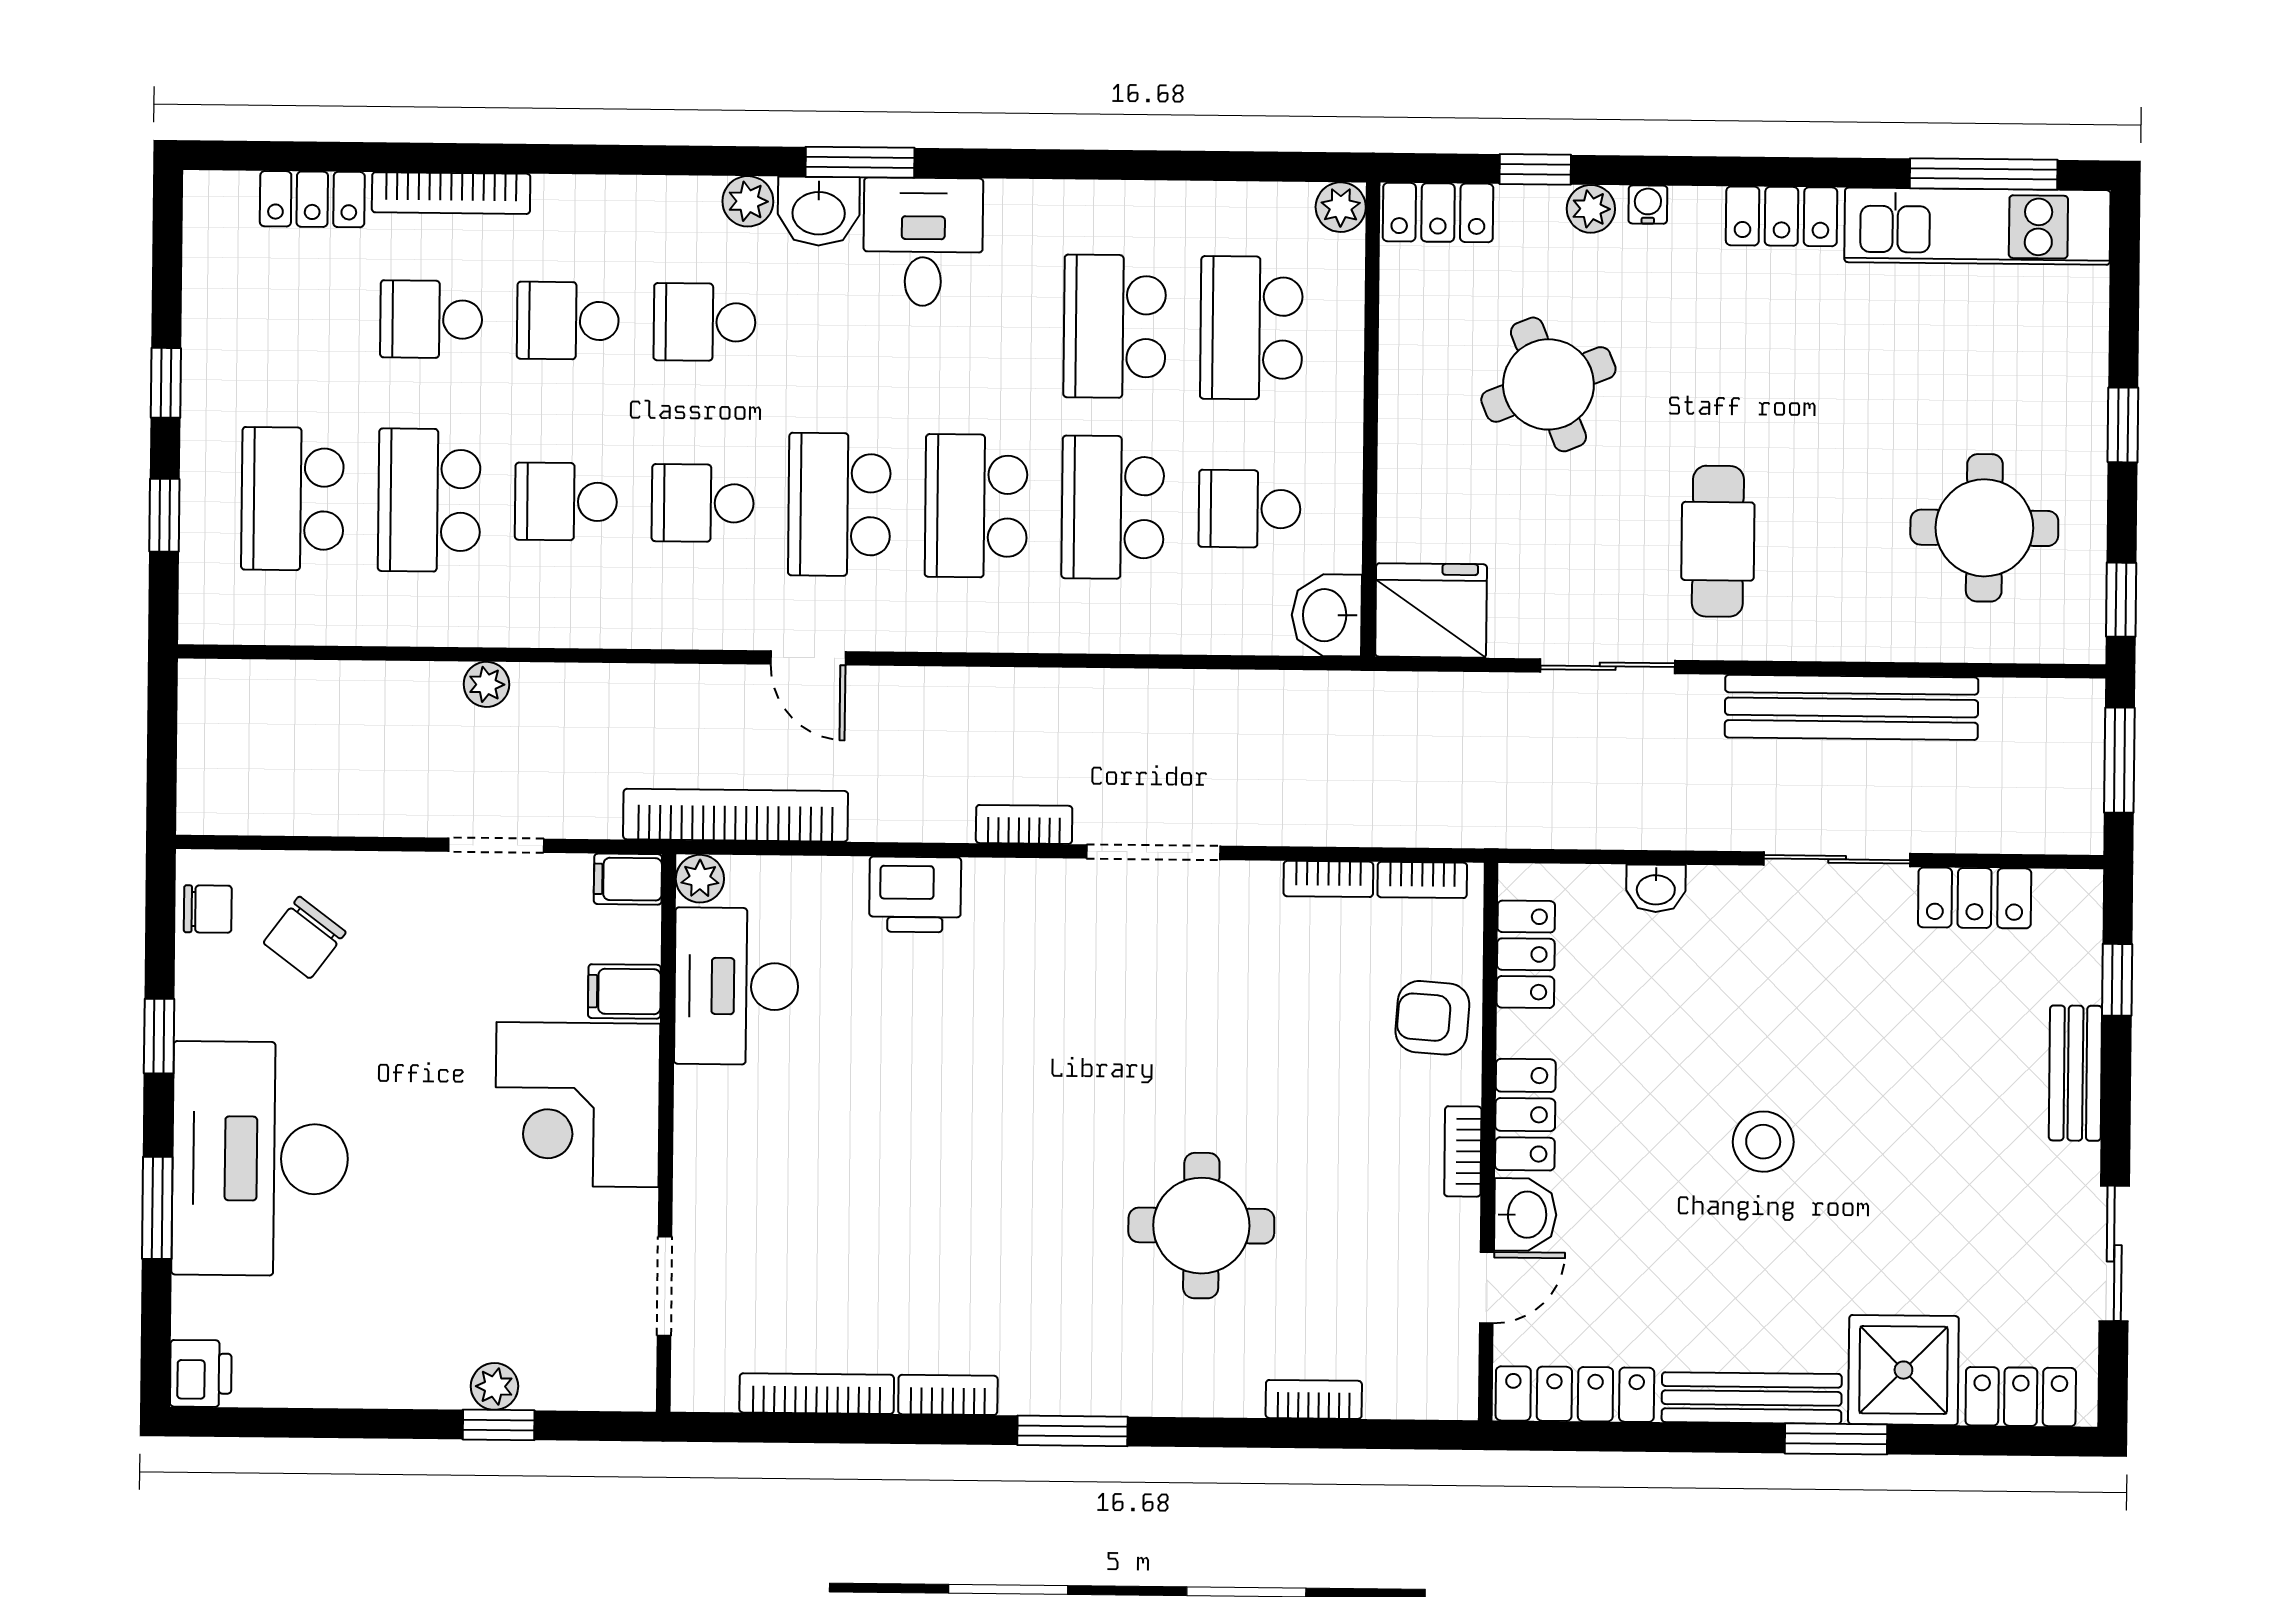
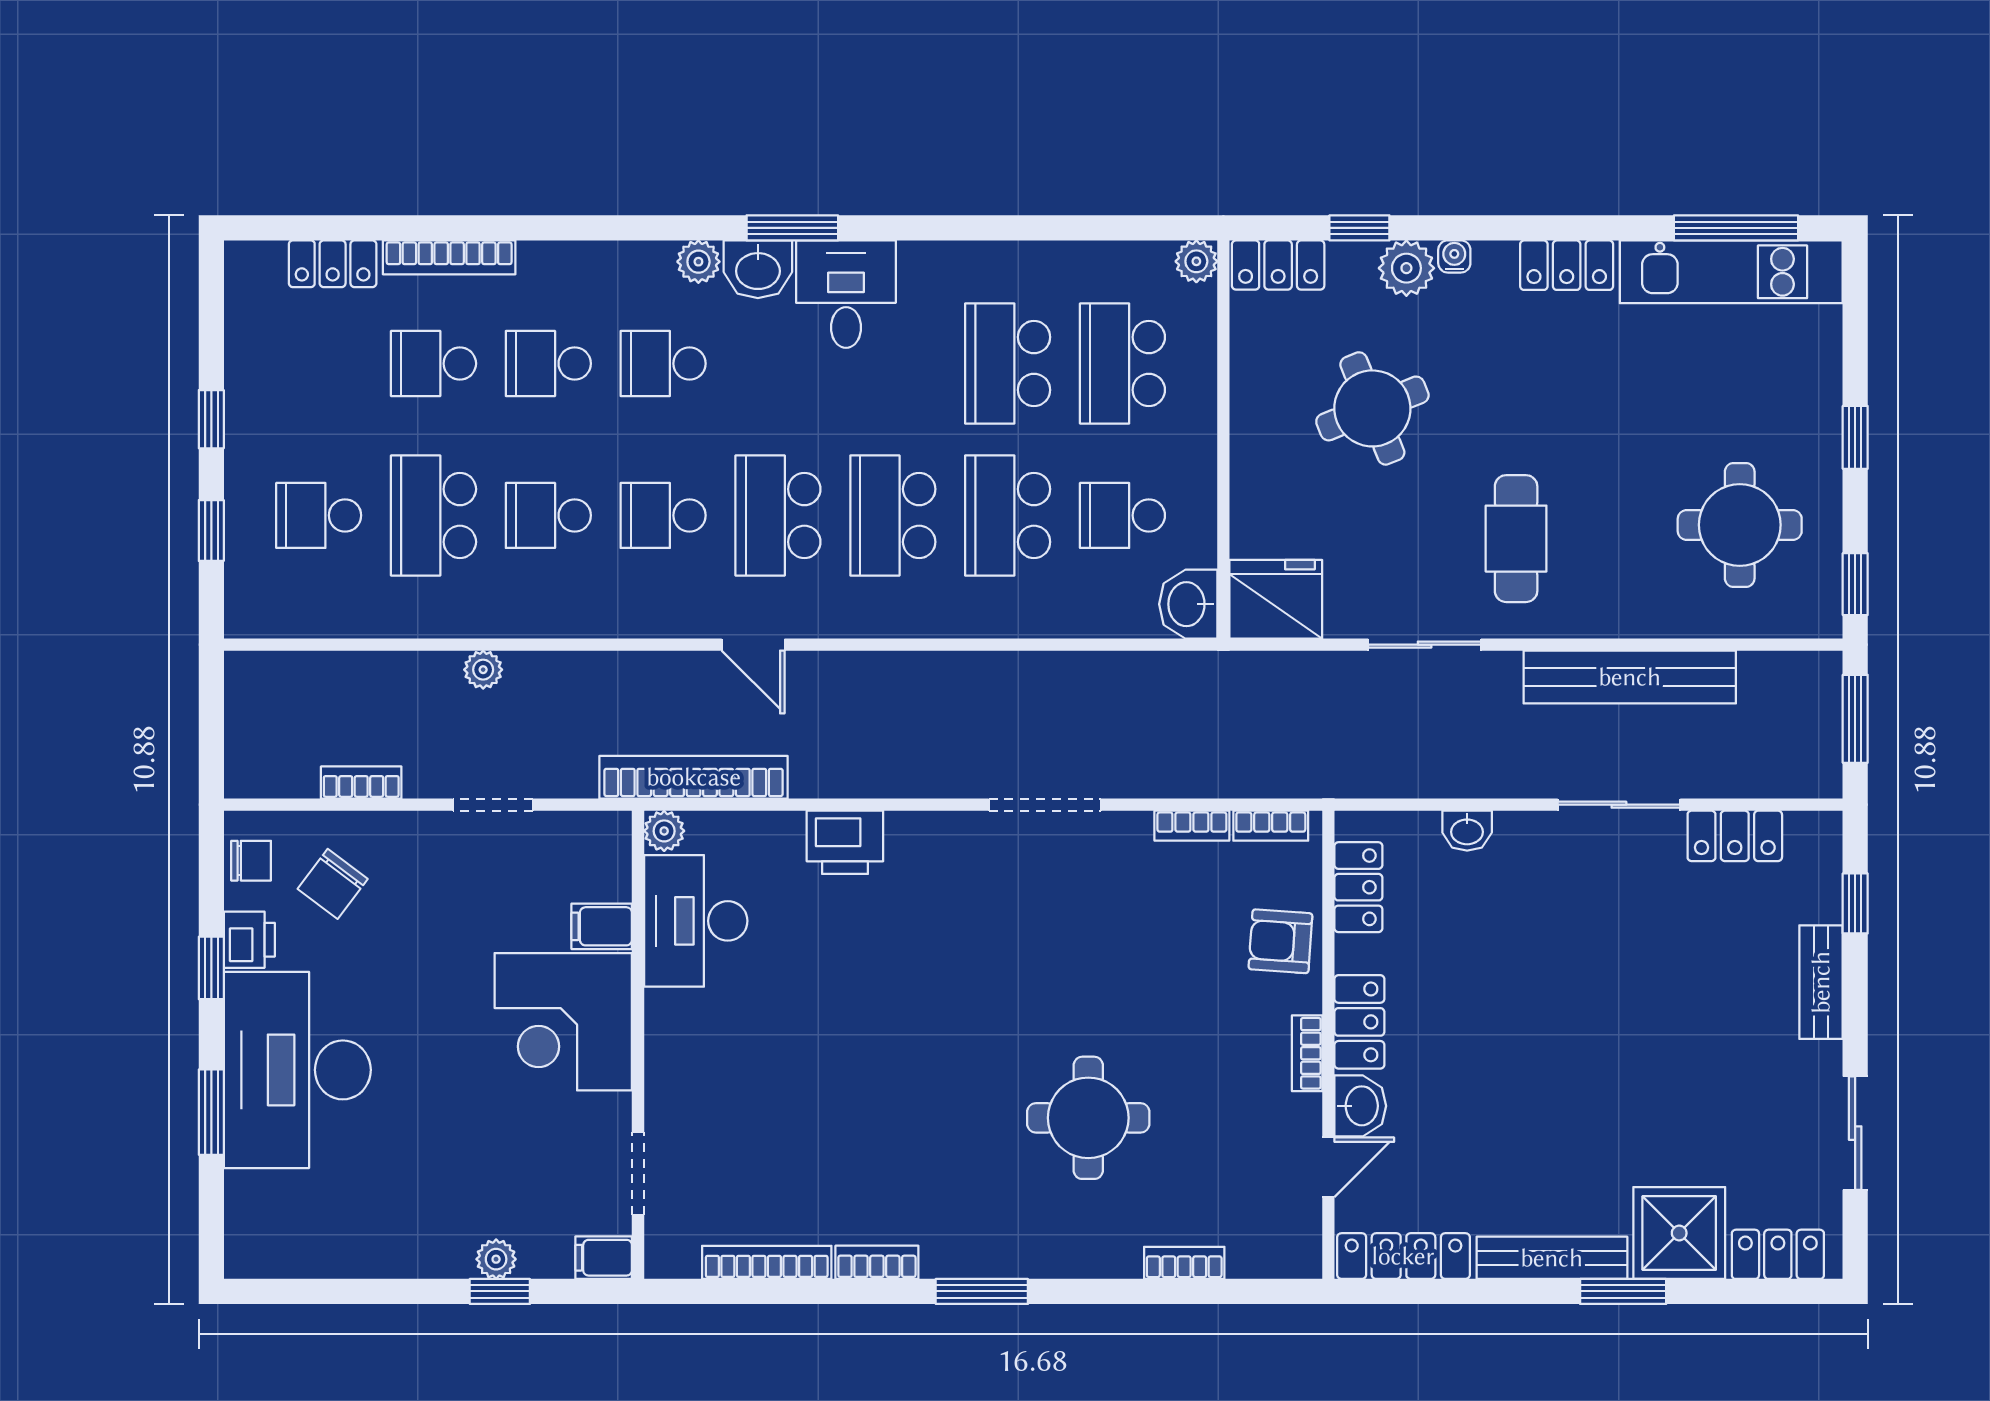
plant: (1591, 209) -> (1406, 268), width x1.38, depth x1.38
school desk: (293, 499) -> (319, 515), width x0.54
bookcase: (1024, 824) -> (361, 783), moved
filing cabinet: (628, 879) -> (604, 1258), moved
stool: (1763, 1142) -> (1559, 1042), removed
printer: (201, 1373) -> (249, 940), moved

